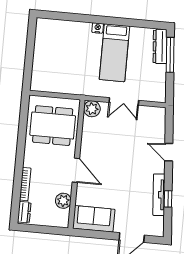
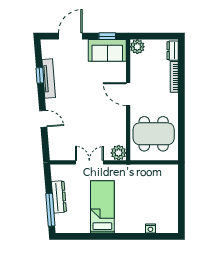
nightstand: (98, 28) -> (150, 229), moved
dresser: (160, 46) -> (59, 197), moved
plant: (63, 201) -> (137, 47), moved
window: (92, 234) -> (107, 36), added

